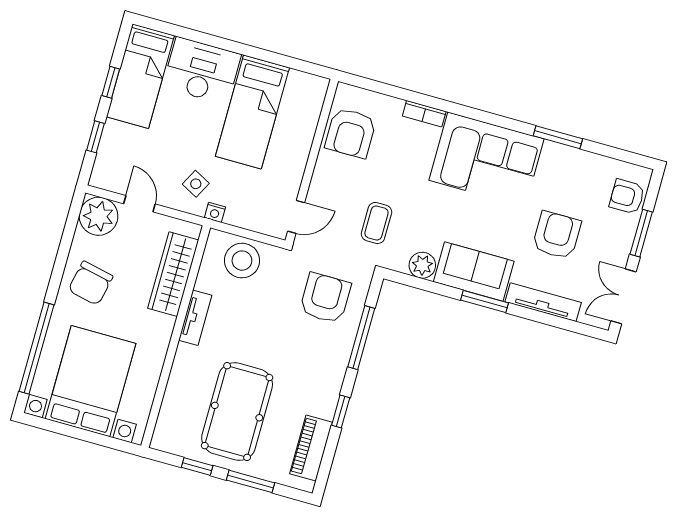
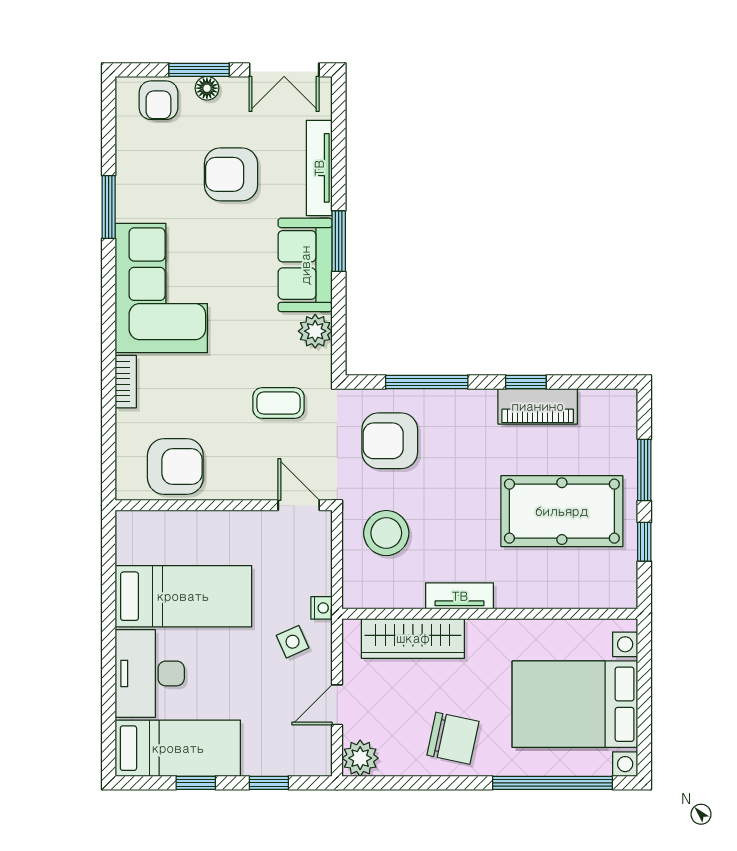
side table: (196, 184) -> (293, 642), turned 38
plant: (99, 216) -> (360, 758), width x0.73, depth x0.73
floor lamp: (626, 235) -> (207, 88), added
stool: (242, 261) -> (386, 533), moved
piano: (311, 448) -> (538, 406), moved

